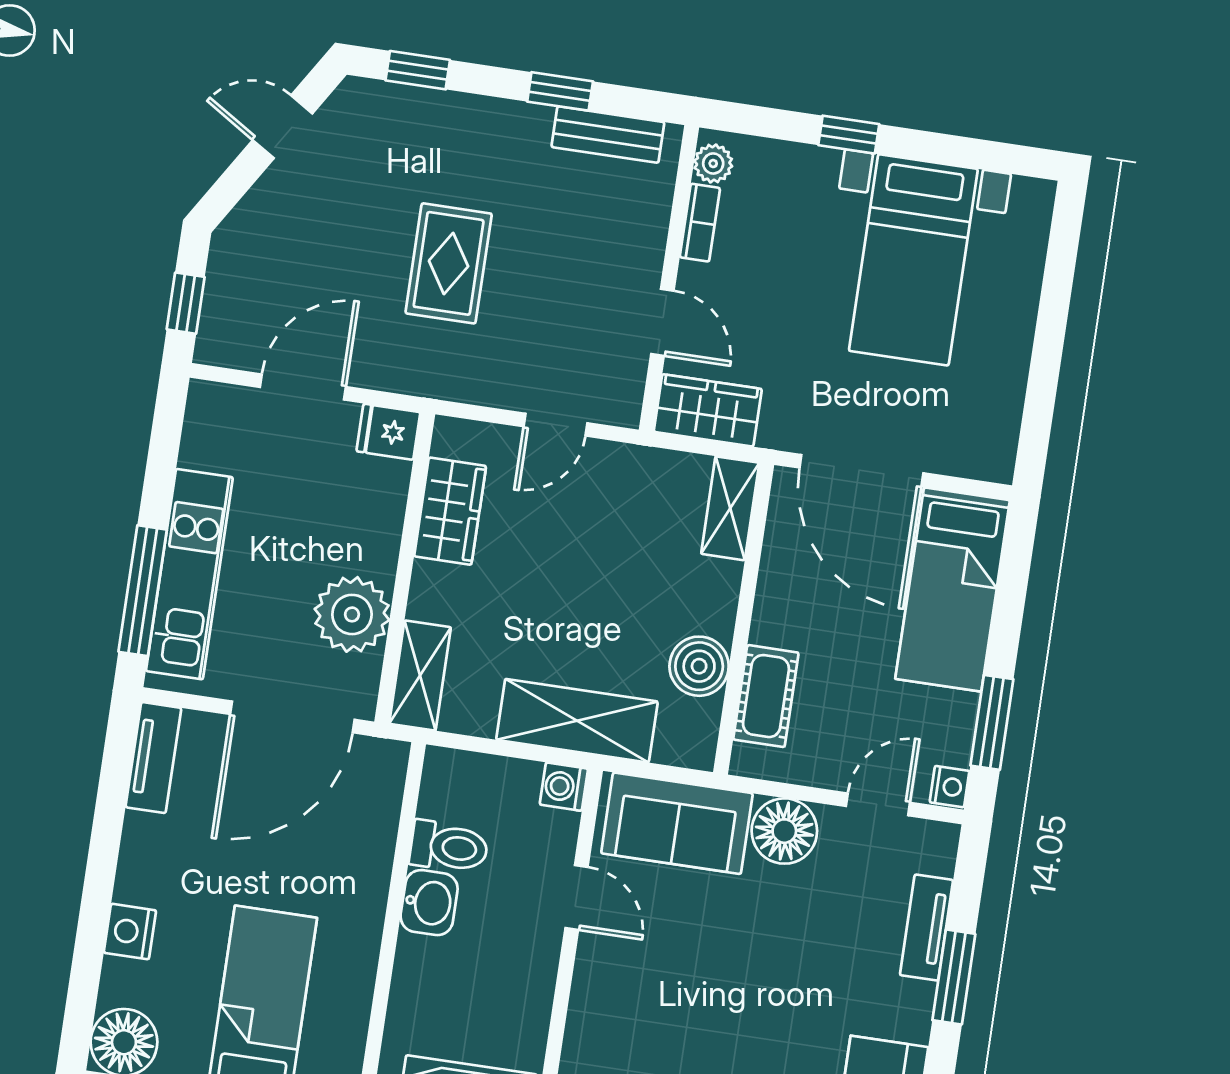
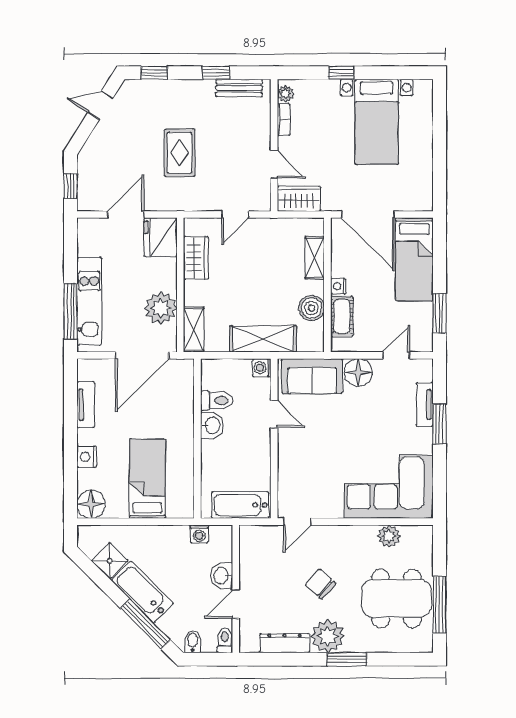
fridge: (388, 432) -> (161, 237), width x1.88, depth x1.34
shelving: (730, 508) -> (315, 258), moved
tv unit: (153, 758) -> (86, 405), moved
nightstand: (950, 787) -> (338, 286), moved, turned 180

